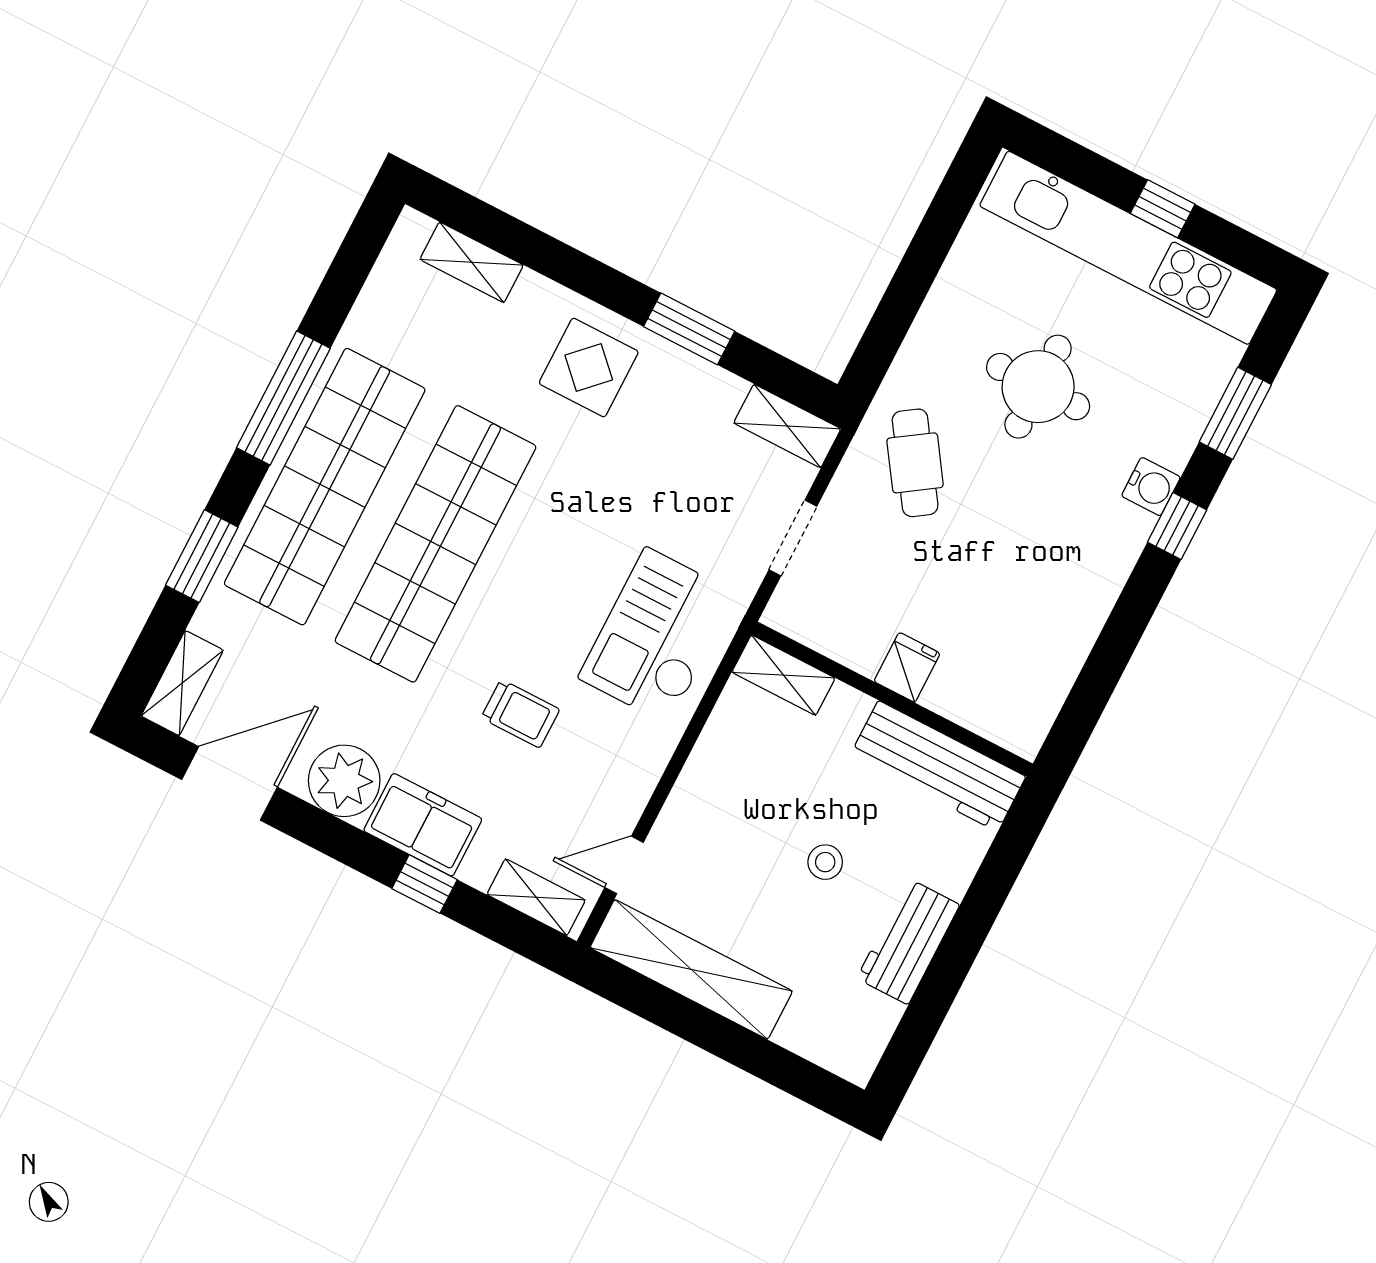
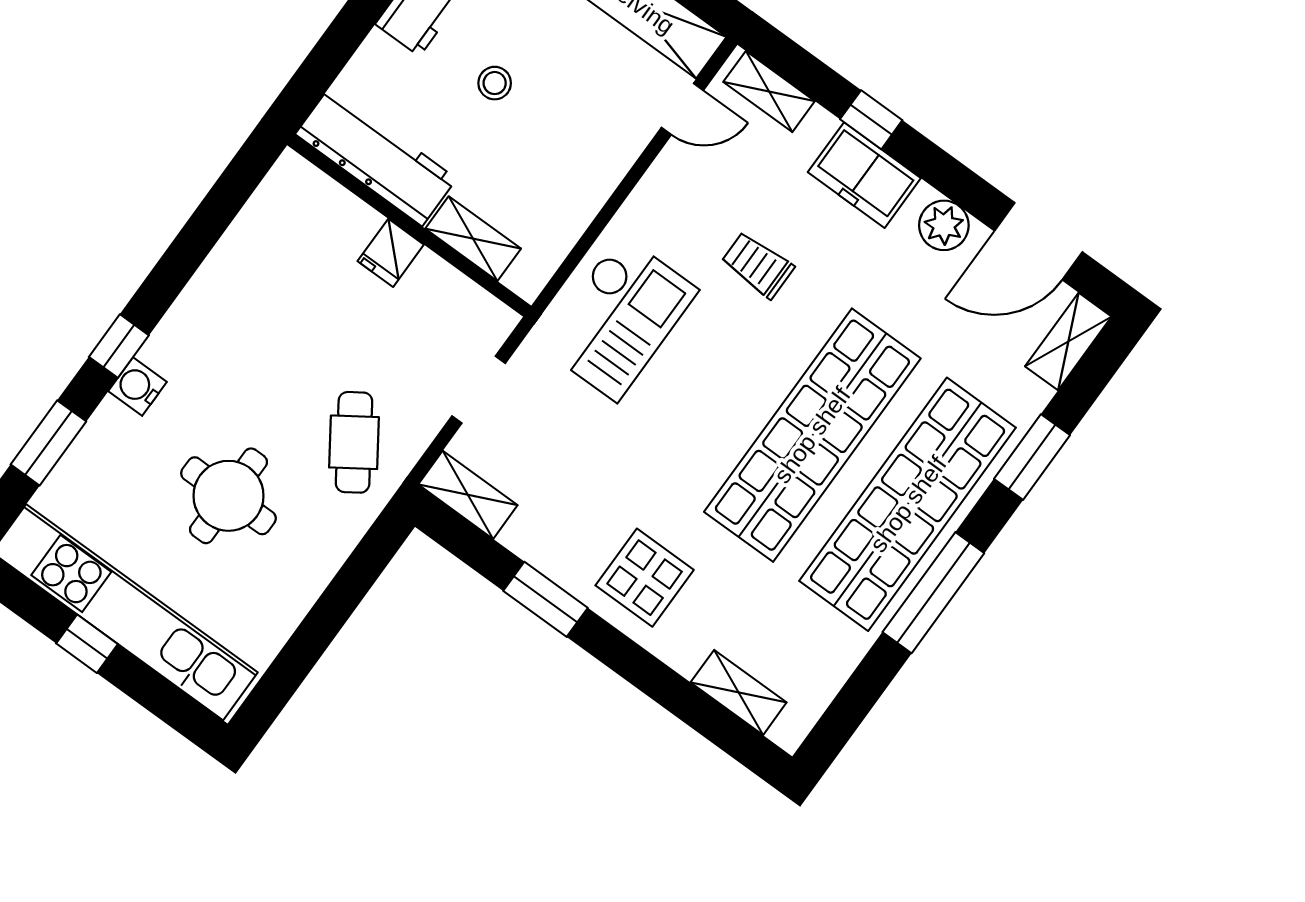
shelving: (784, 675) -> (473, 239), moved
plant: (344, 781) -> (944, 225), width x0.73, depth x0.73

